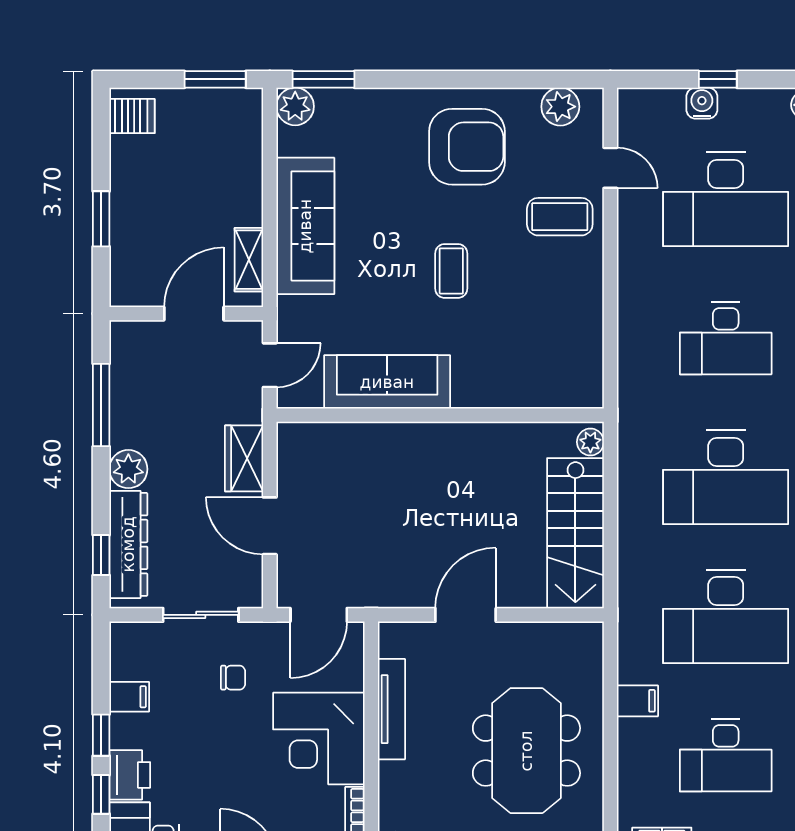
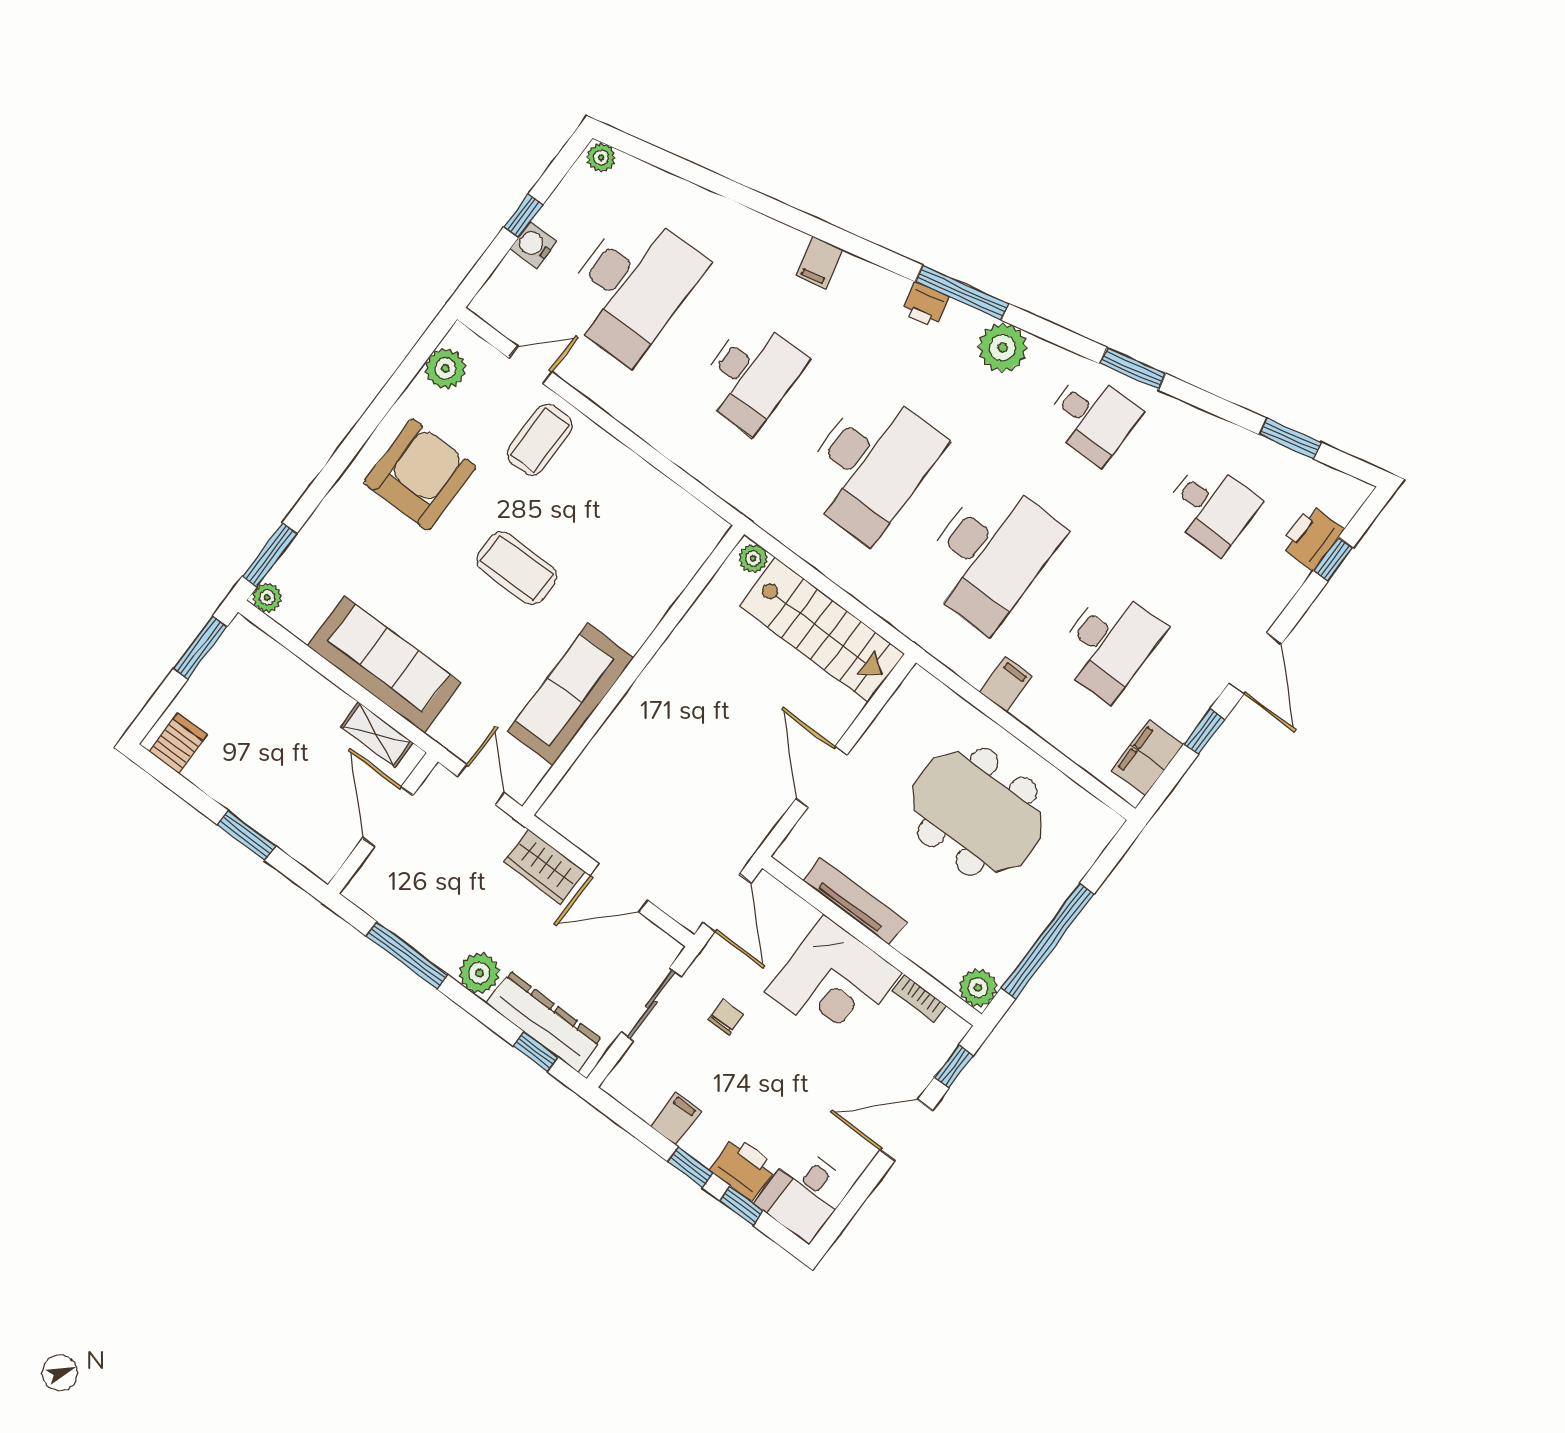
plant: (295, 106) -> (267, 597), width x0.73, depth x0.73
coffee table: (451, 271) -> (517, 568), width x1.36, depth x1.30

